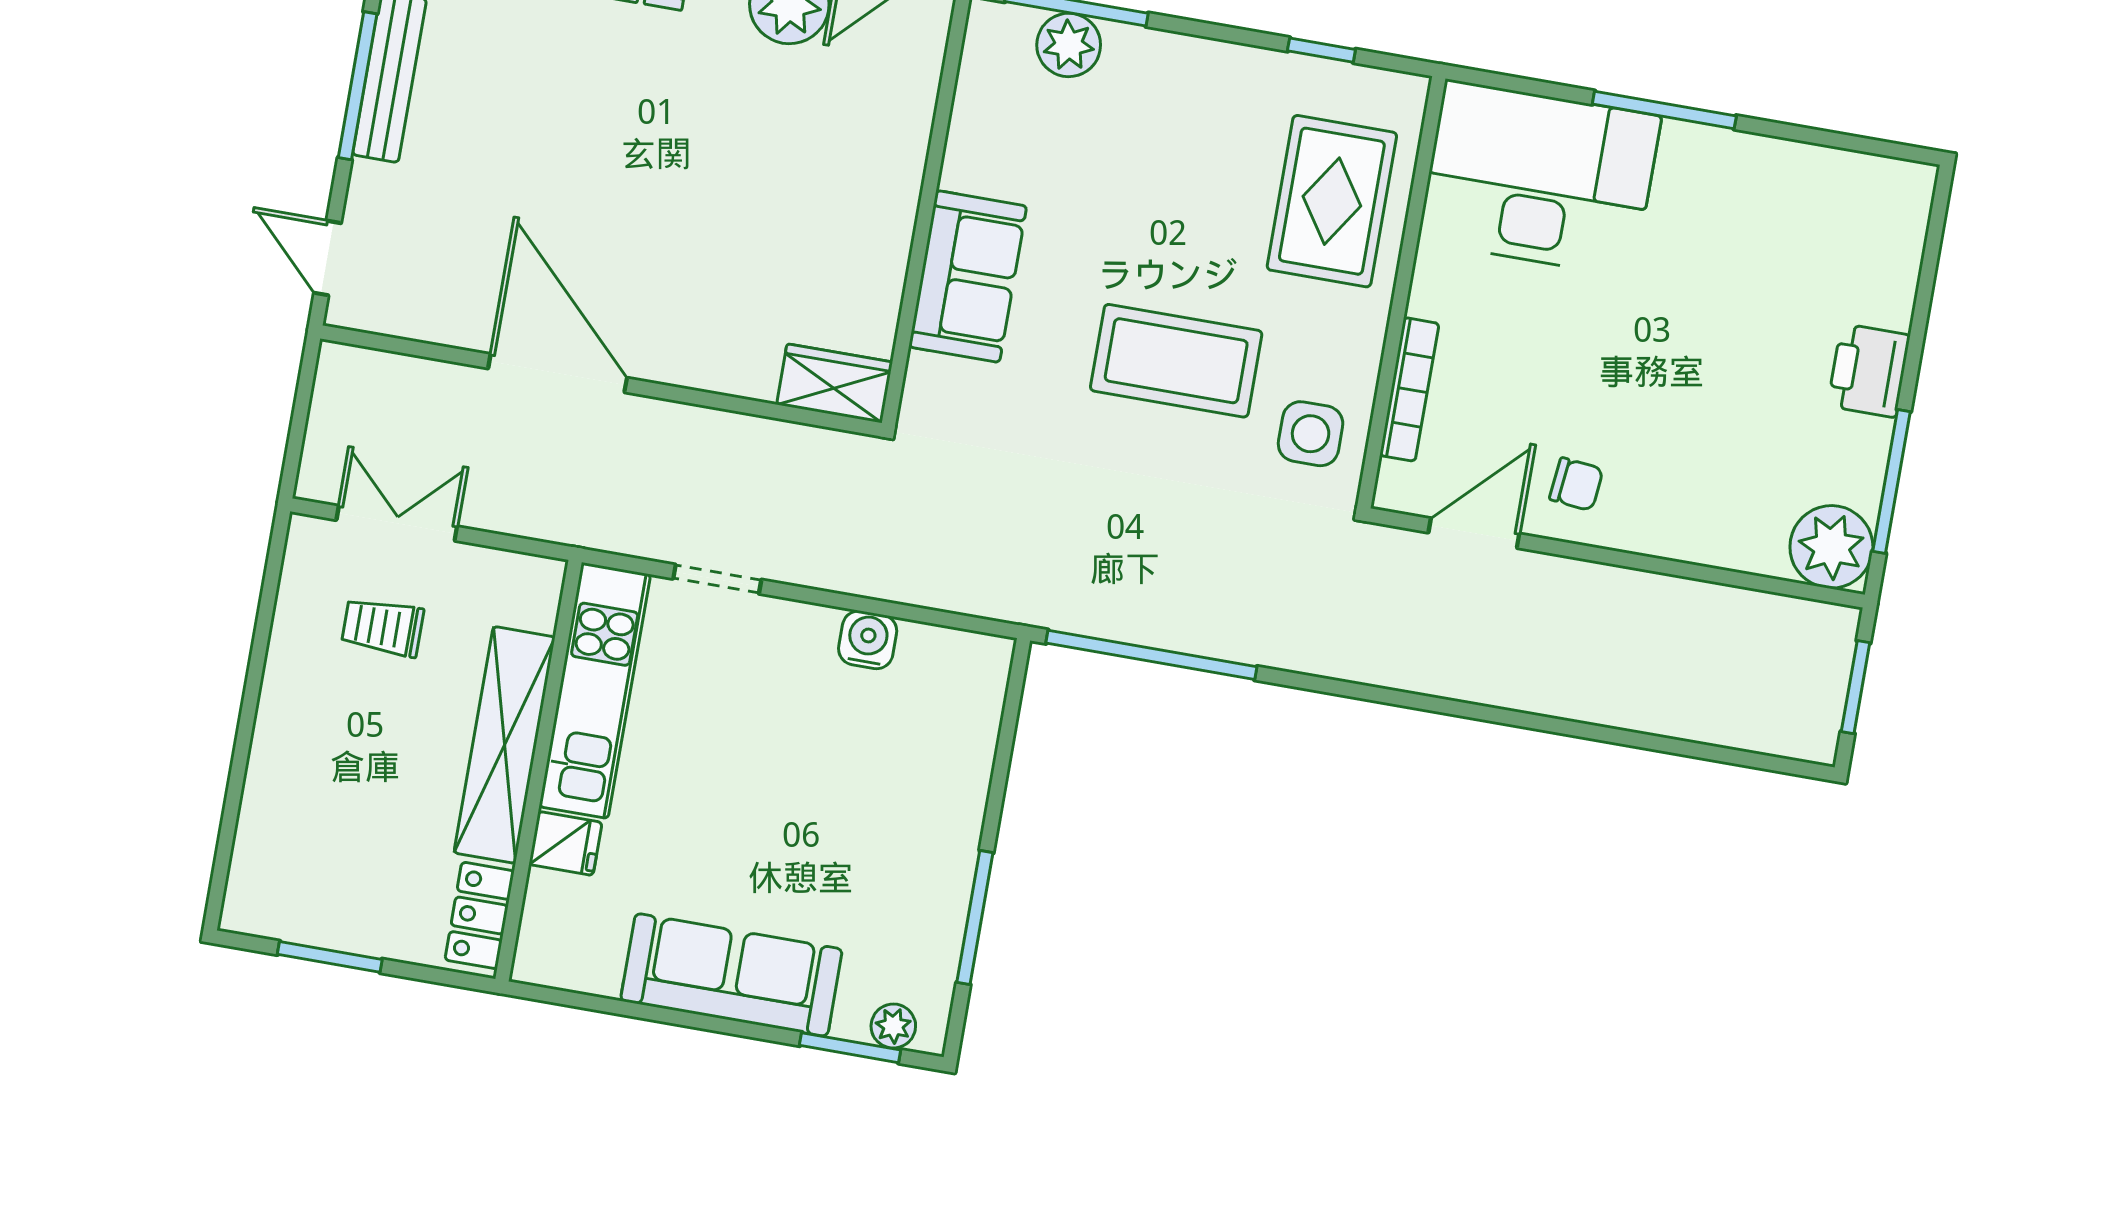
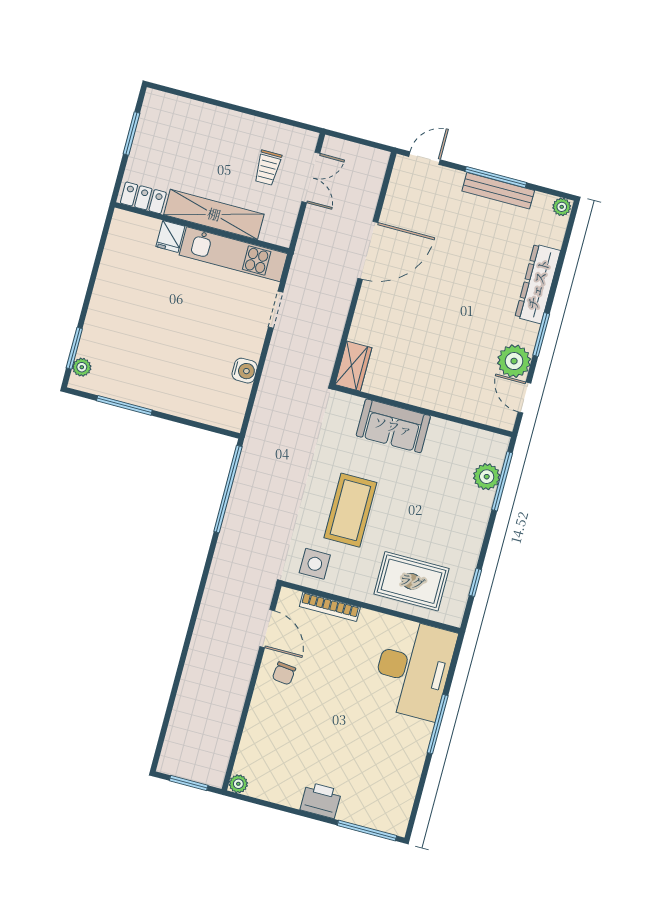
window: (1891, 481) -> (367, 830), moved
plant: (1831, 547) -> (238, 784), width x0.53, depth x0.53
trolley: (383, 627) -> (268, 168), turned 180
sofa: (731, 975) -> (109, 301), removed

